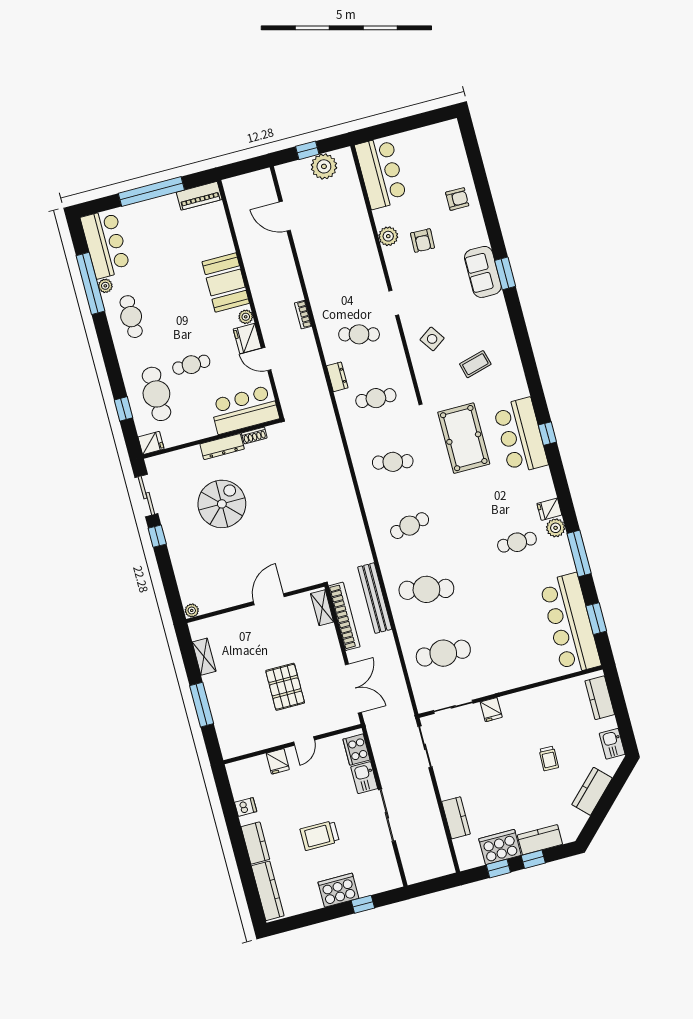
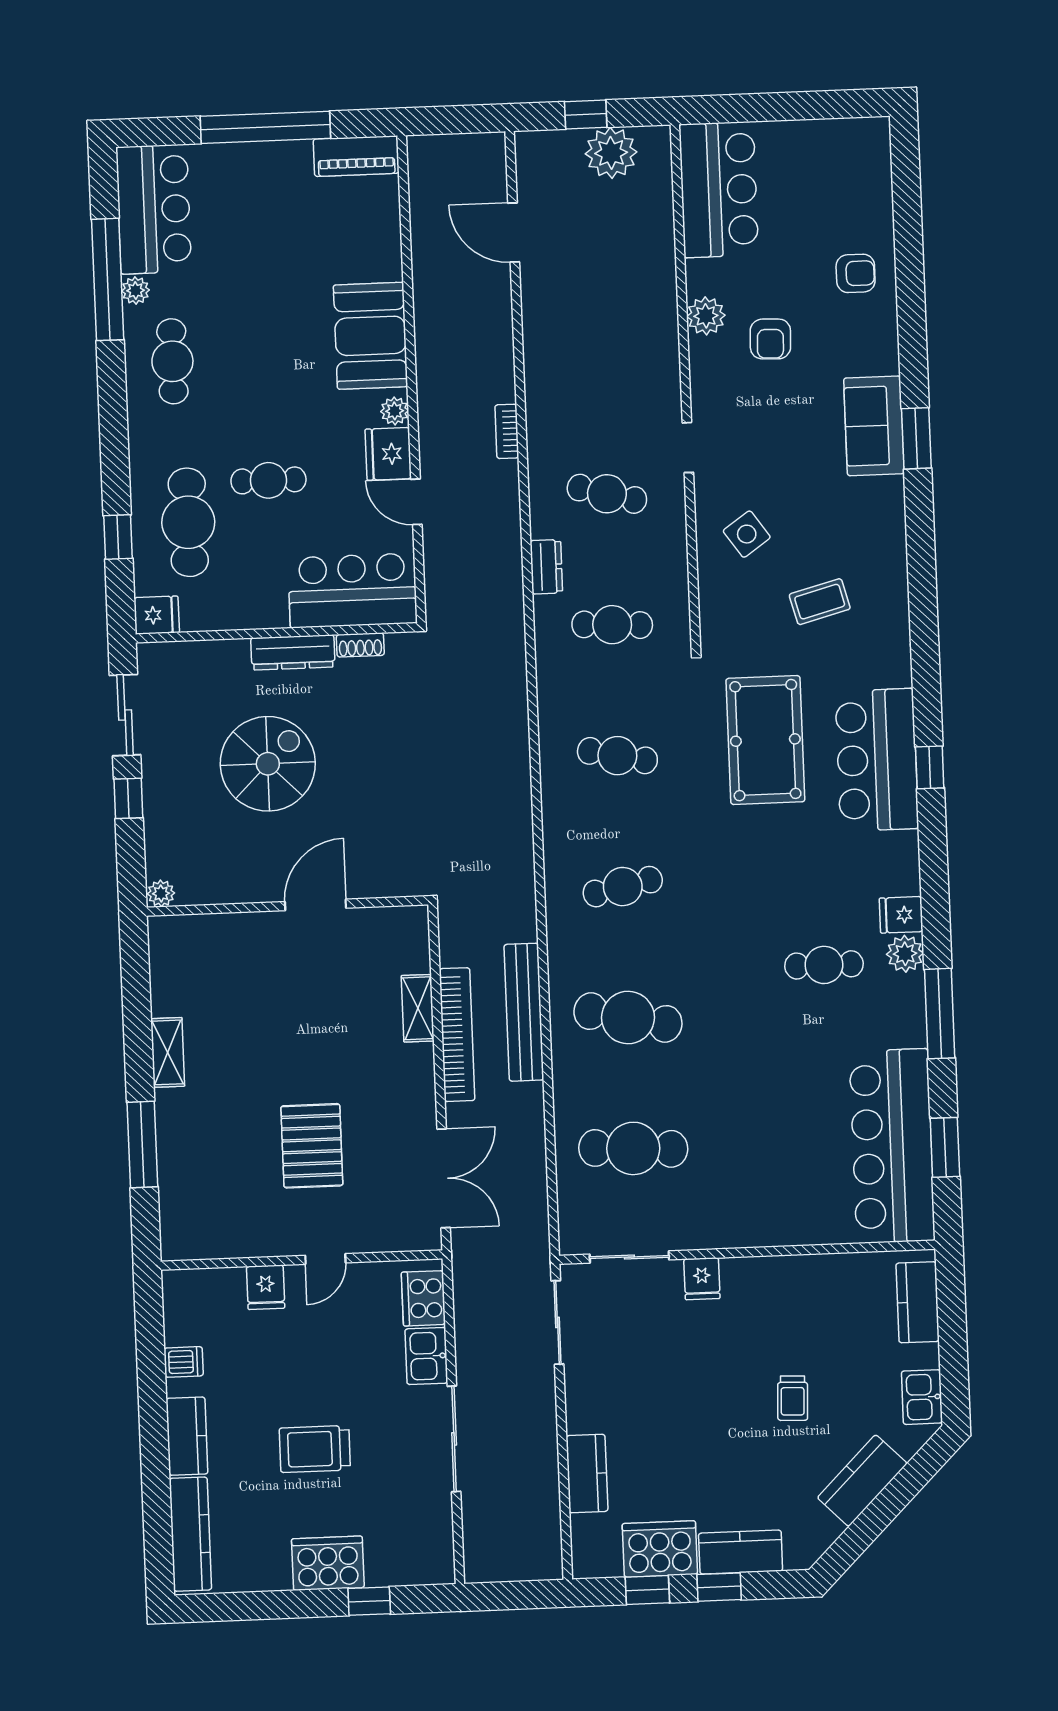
door: (269, 599) -> (316, 905), moved
wall: (255, 603) -> (287, 906), moved
plant: (192, 610) -> (161, 893), moved

